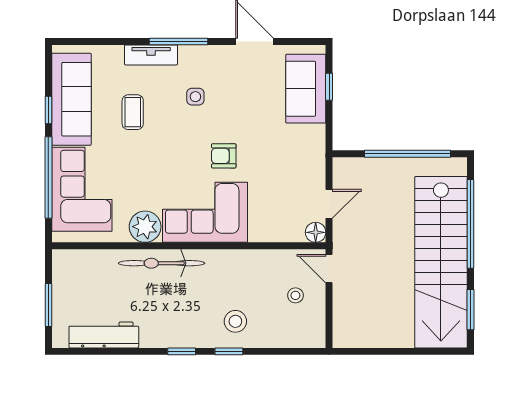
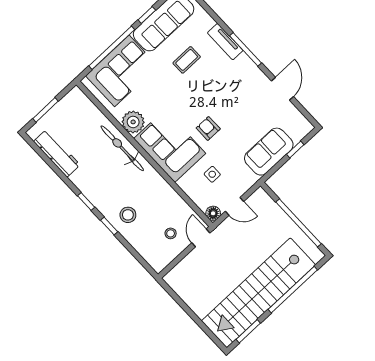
sofa: (306, 89) -> (269, 152), moved
side table: (195, 97) -> (212, 174), moved

